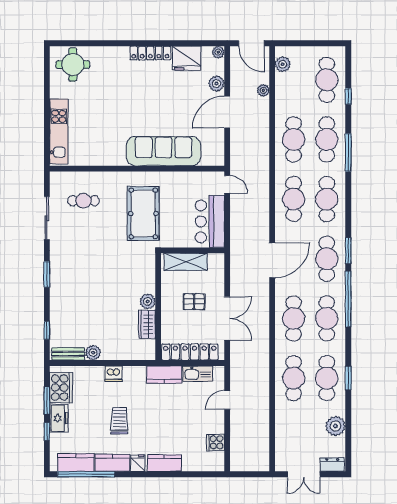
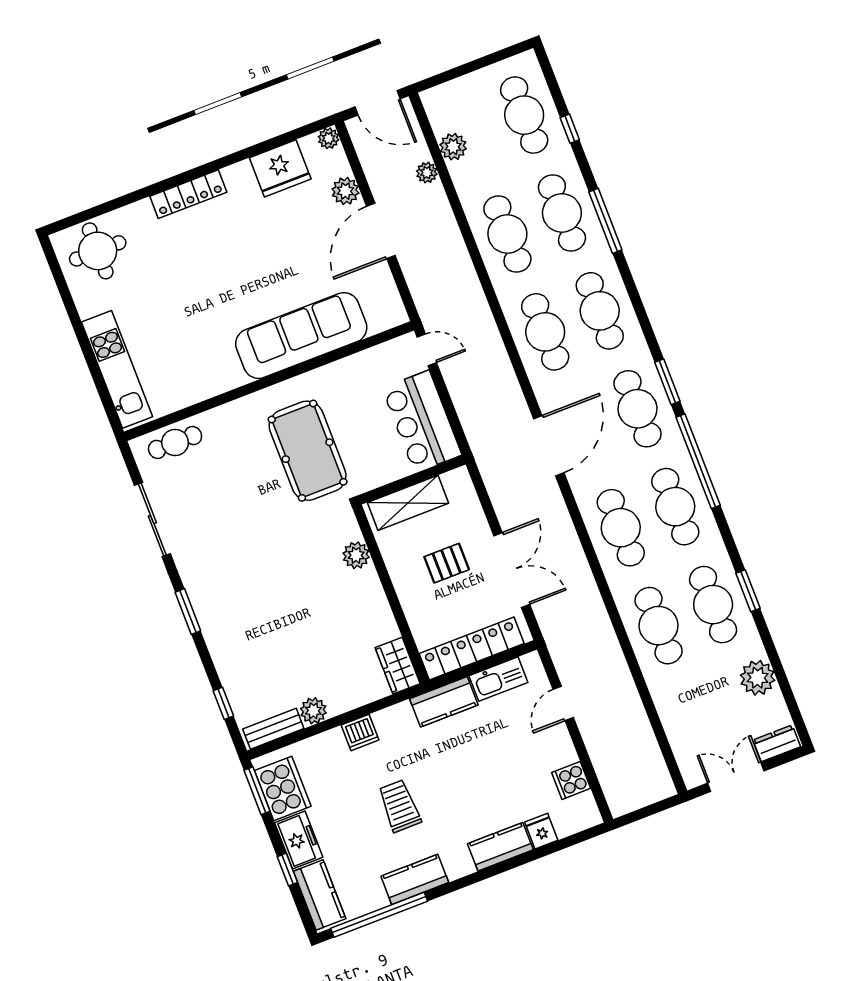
locker: (150, 53) -> (188, 194), moved
plant: (283, 64) -> (453, 147), moved
cafe table: (84, 201) -> (175, 442), moved
plant: (148, 301) -> (356, 555), moved
wardrobe: (147, 324) -> (398, 666), moved
window: (47, 400) -> (257, 791), moved
kitchen counter: (76, 462) -> (320, 895), moved, turned 90
fridge: (138, 463) -> (541, 831), moved
double door: (304, 474) -> (736, 777), swing flipped

